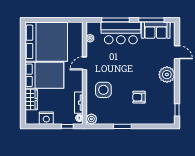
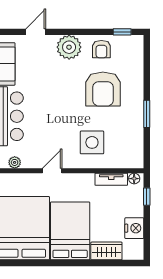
door: (85, 63) -> (52, 171), swing flipped
armchair: (166, 96) -> (101, 49), added
armchair: (139, 97) -> (103, 89), width x1.88, depth x1.88
plant: (91, 119) -> (136, 160), removed

